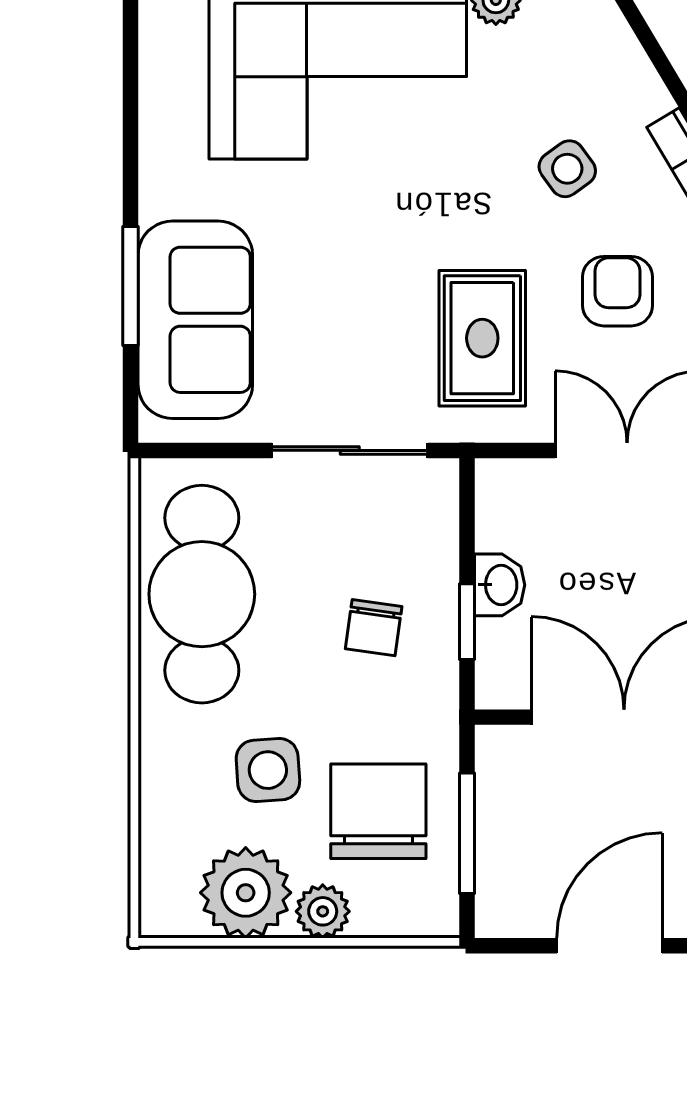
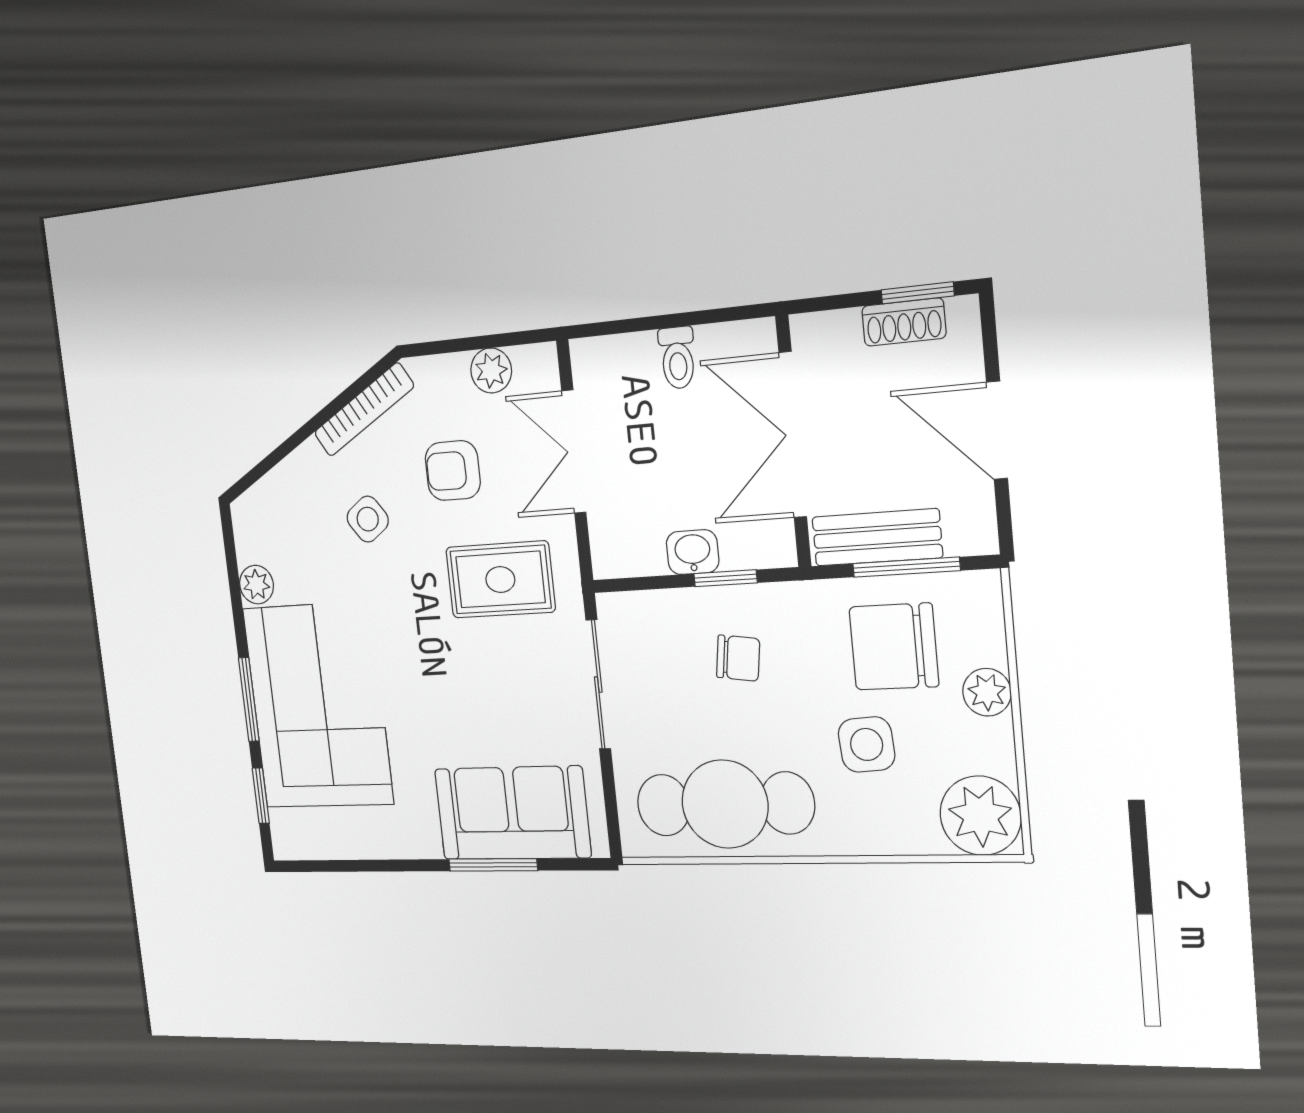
bench: (502, 803) -> (877, 537), added
plant: (246, 893) -> (980, 816), moved

